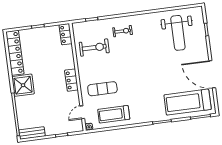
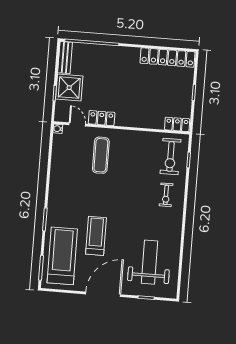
weight bench: (178, 33) -> (149, 262), turned 90
exercise bike: (94, 48) -> (170, 156), moved
door: (212, 74) -> (103, 294), moved
locker: (71, 80) -> (102, 118), moved
shower: (23, 85) -> (69, 88), moved
treadmill: (114, 114) -> (96, 236), moved

